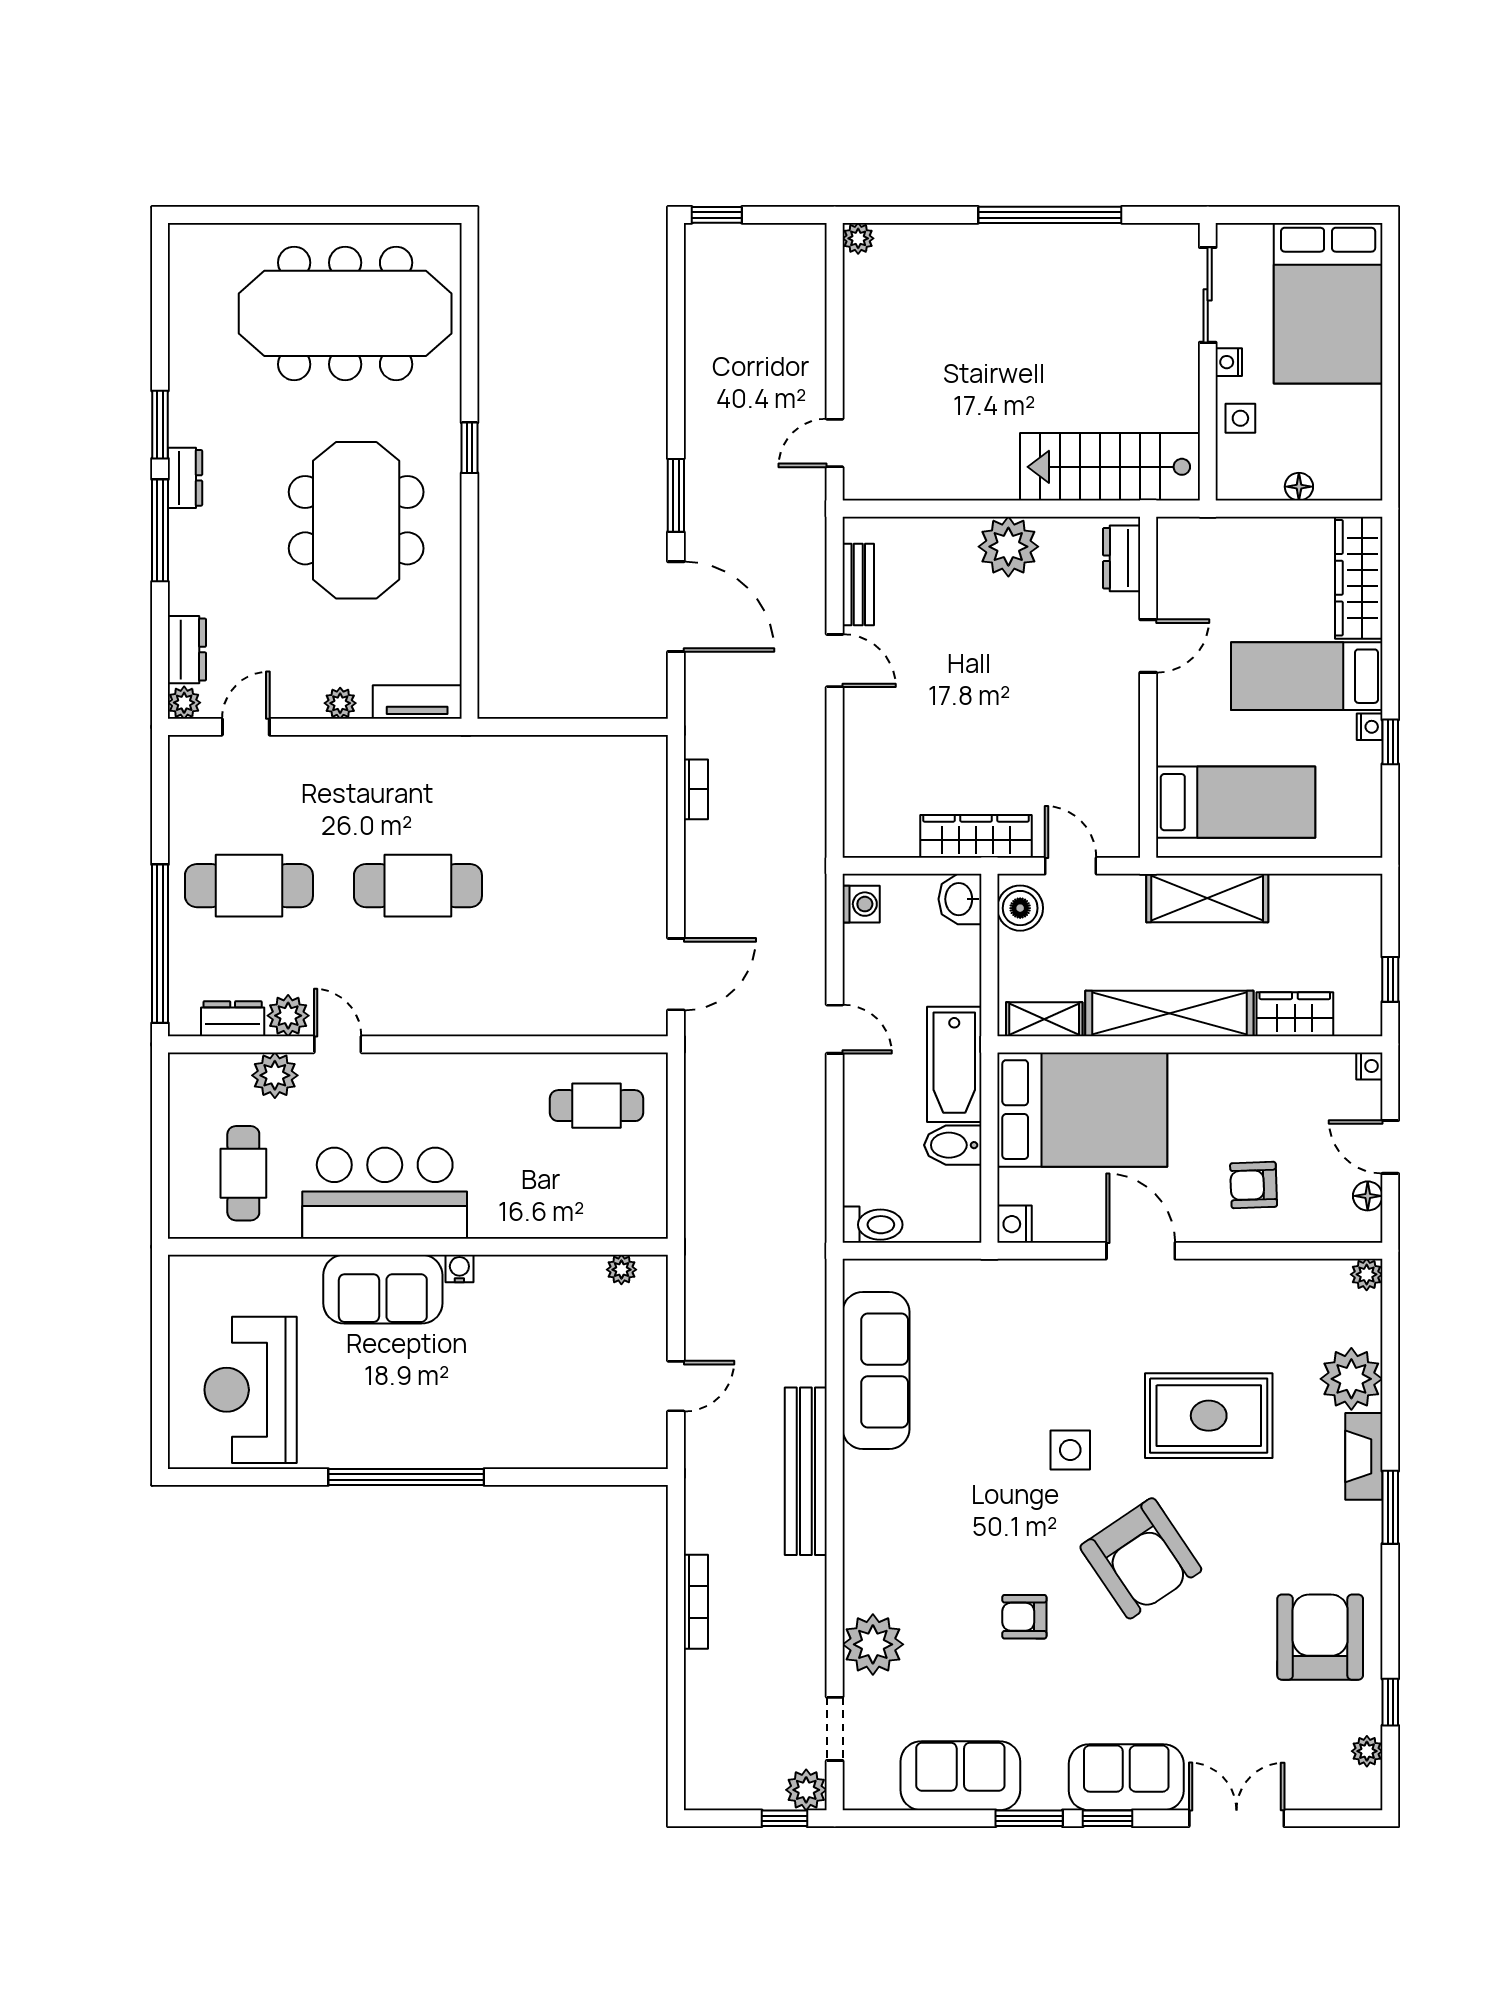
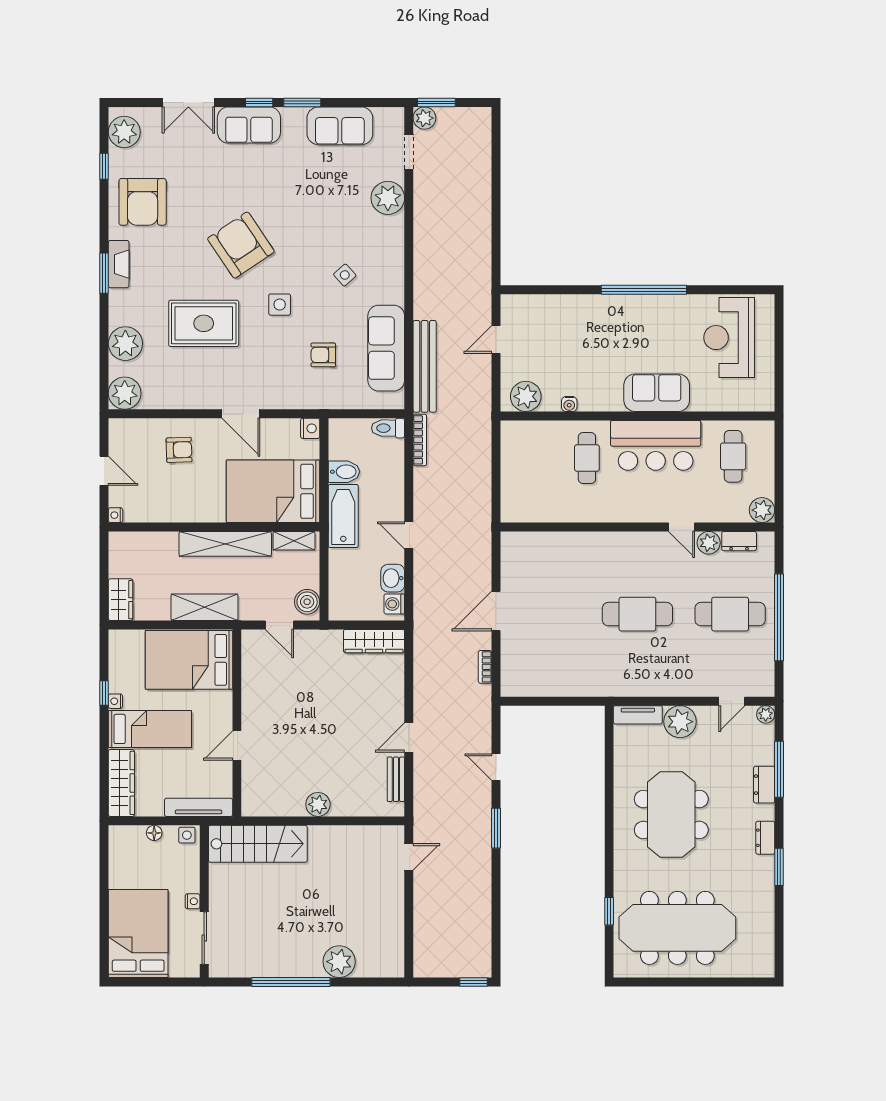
plant: (858, 238) -> (339, 962), moved, width x1.88, depth x1.88
side table: (1240, 418) -> (187, 835), moved
window: (470, 448) -> (609, 911), moved
window: (160, 530) -> (779, 769), moved
tv unit: (1218, 533) -> (199, 807), added
plant: (1008, 547) -> (318, 804), width x0.73, depth x0.73
dresser: (1122, 558) -> (251, 794), removed
door: (676, 607) -> (496, 767), width x0.53
dresser: (187, 650) -> (764, 785), moved
door: (835, 661) -> (409, 737), hinge flipped
plant: (340, 703) -> (680, 722), width x1.87, depth x1.87
bed: (1236, 802) -> (189, 660), width x1.50
wardrobe: (976, 836) -> (374, 641), moved
washbasin: (960, 899) -> (393, 578), moved, turned 180
window: (160, 944) -> (779, 617), moved
door: (676, 974) -> (496, 611), moved
window: (1390, 979) -> (104, 563), removed
wardrobe: (1295, 1014) -> (121, 600), moved, turned -90
plant: (275, 1075) -> (762, 510), moved
cafe table: (597, 1106) -> (587, 458), moved, turned 90
floor lamp: (1368, 1196) -> (116, 444), removed
water cooler: (459, 1269) -> (569, 404), moved
plant: (621, 1270) -> (526, 396), width x1.87, depth x1.87
plant: (1367, 1274) -> (125, 393), width x1.87, depth x1.87
reception desk: (251, 1390) -> (729, 338), turned 180
fireplace: (1364, 1456) -> (119, 264), moved
bench: (806, 1471) -> (425, 366), moved
side table: (951, 1504) -> (345, 275), added
bookcase: (696, 1602) -> (420, 440), moved, turned 180
armchair: (1024, 1617) -> (323, 355), moved, turned 180
plant: (1367, 1751) -> (124, 132), width x1.88, depth x1.88
window: (784, 1818) -> (436, 102), width x1.50

